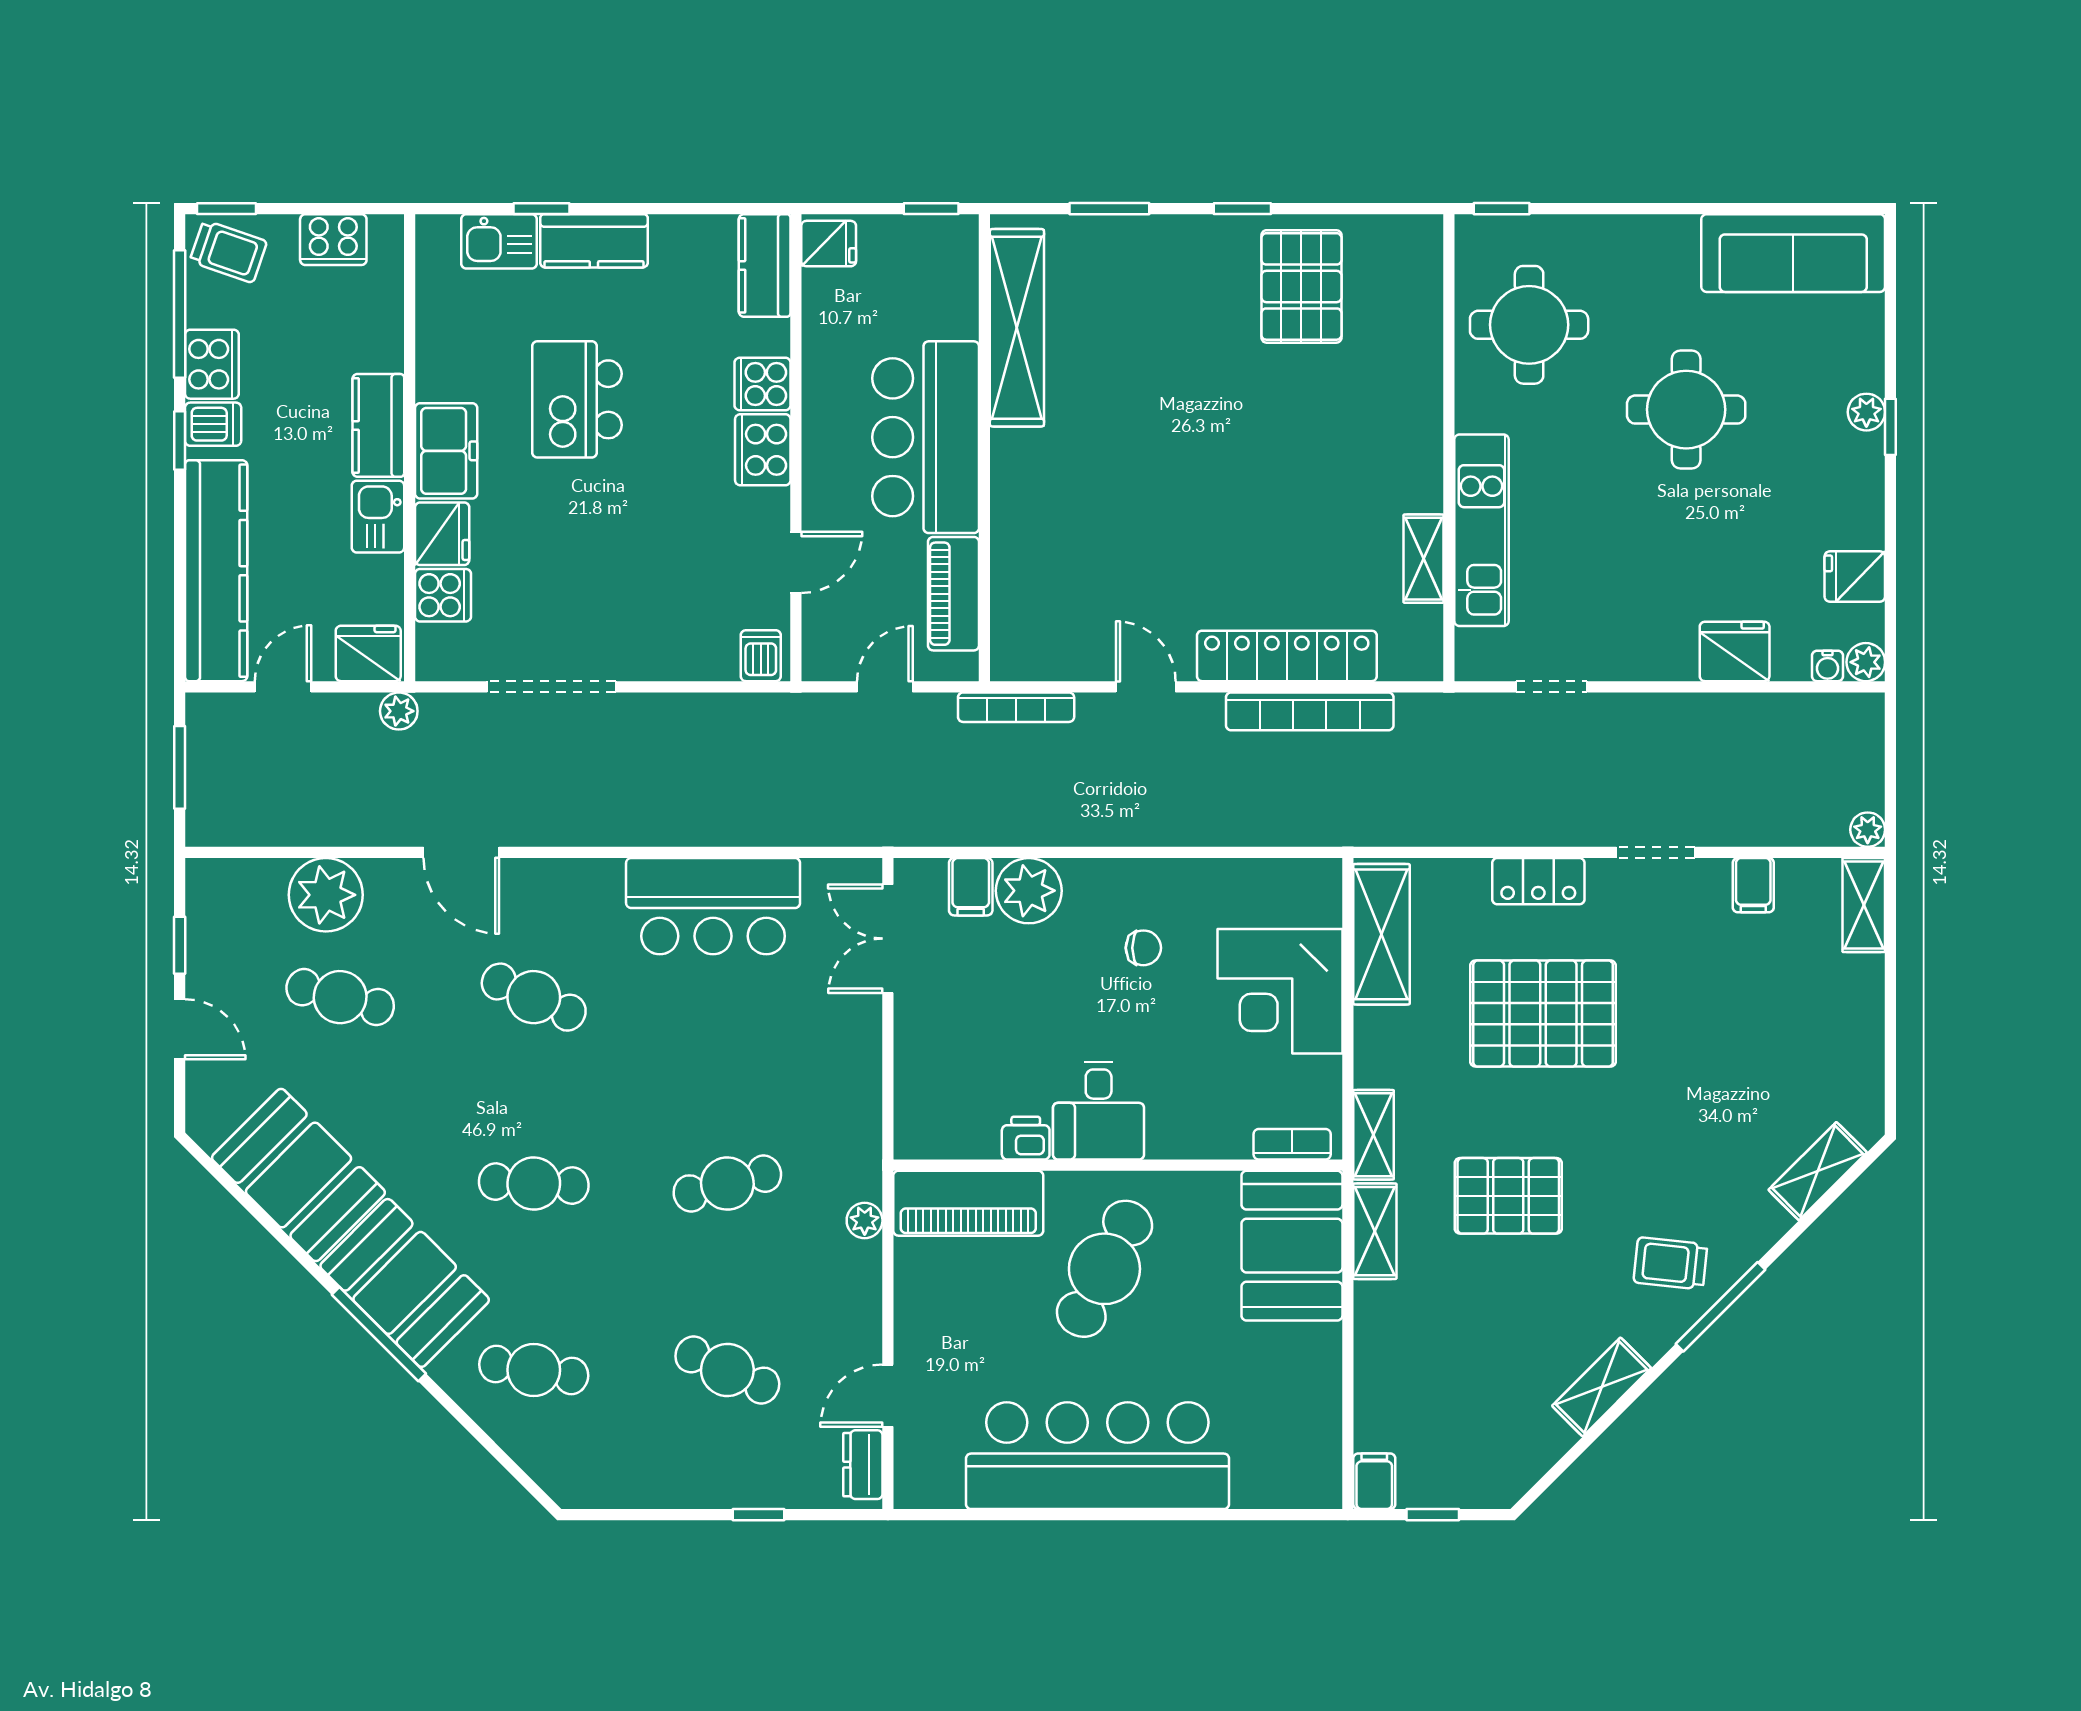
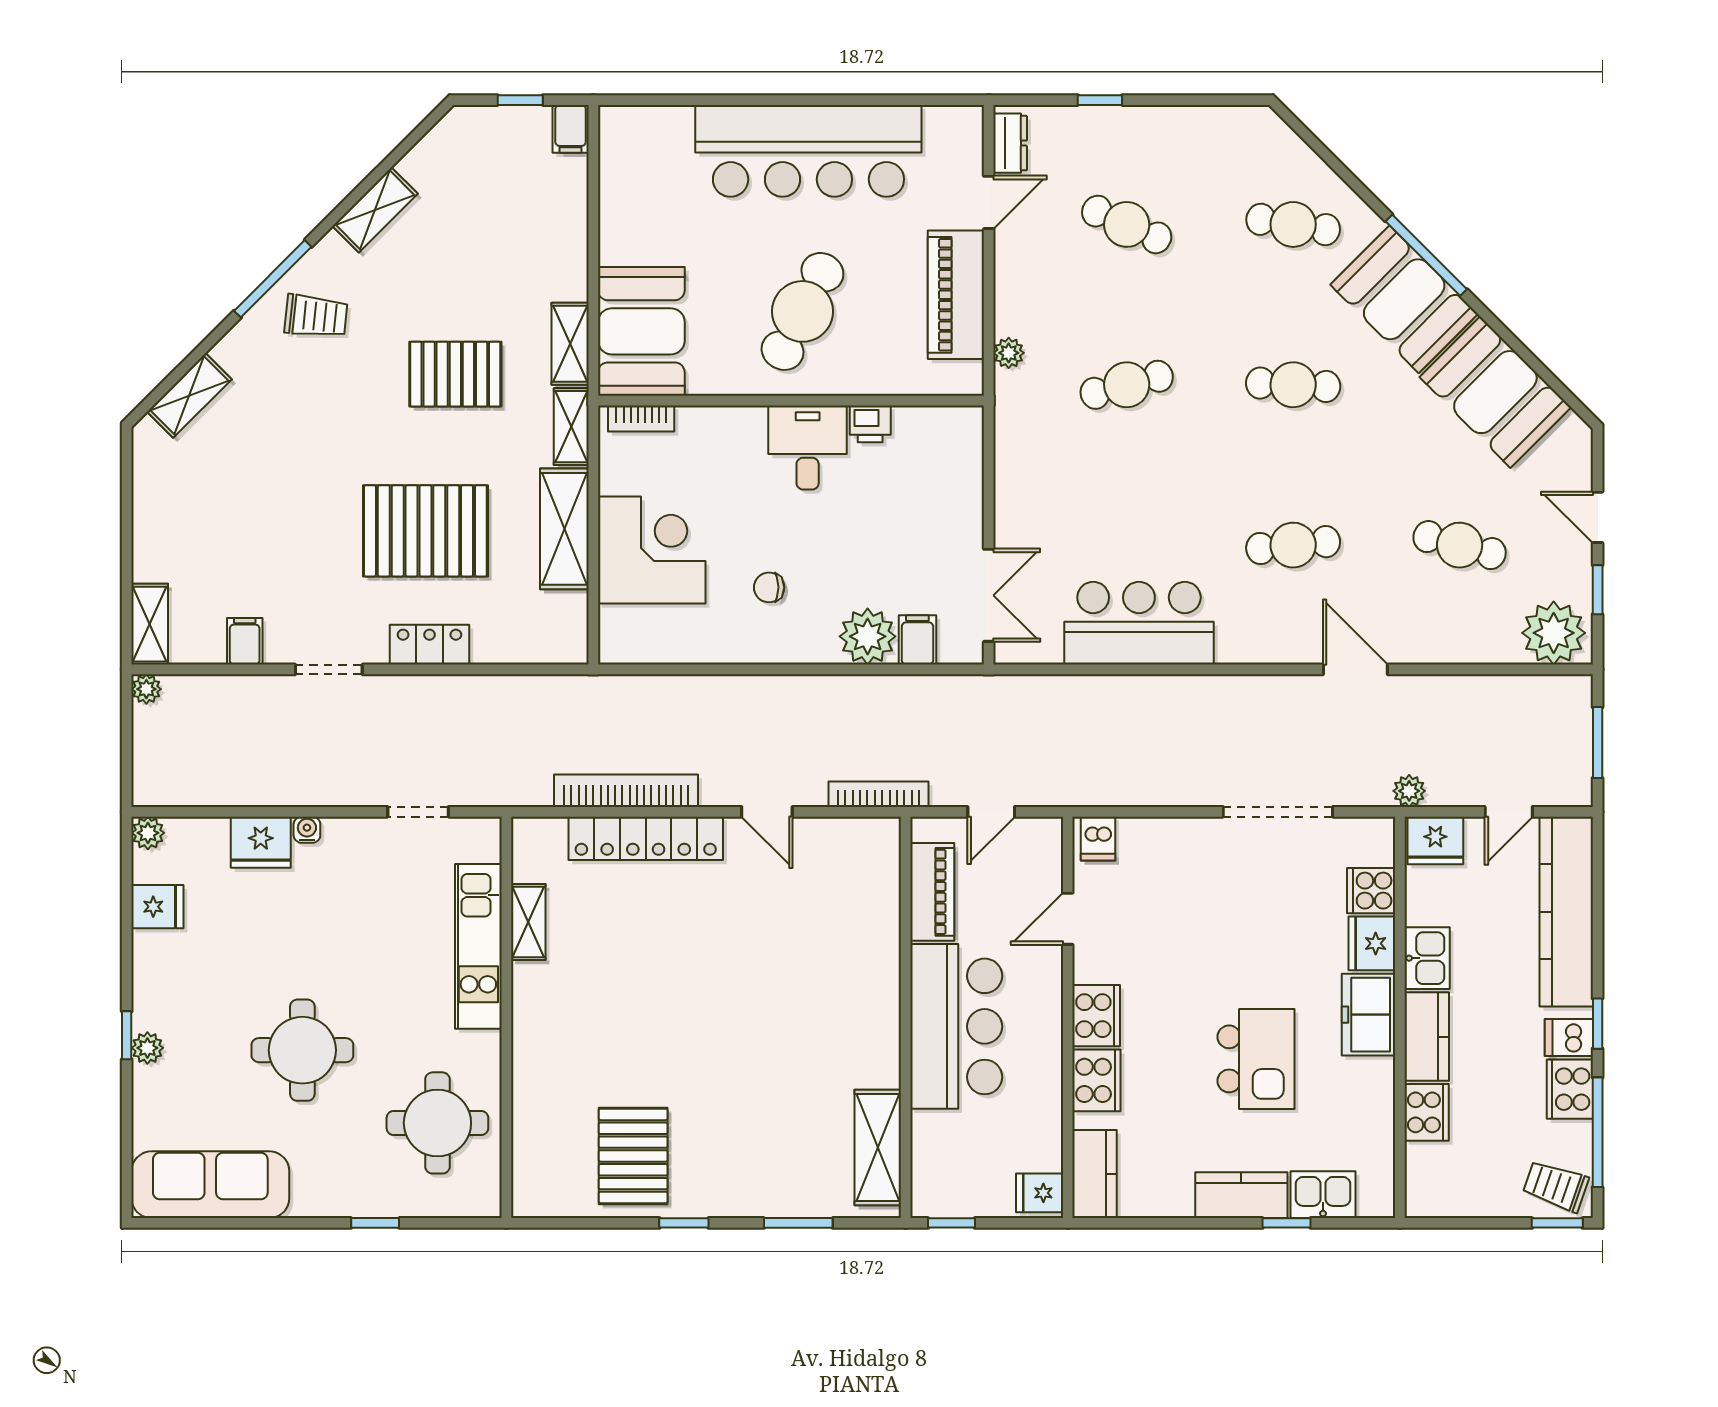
window: (1502, 209) -> (375, 1223), moved
cooker: (333, 240) -> (1427, 1112), moved, turned 90
shelving: (1017, 328) -> (878, 1147), width x0.68
cooker: (763, 384) -> (1096, 1080), width x1.36
water cooler: (1828, 666) -> (307, 830), moved
plant: (326, 895) -> (1554, 633), moved
shelving: (1381, 934) -> (564, 529), moved
cafe table: (534, 997) -> (1293, 545), turned -30
piano: (968, 1203) -> (956, 295), moved, turned -90

